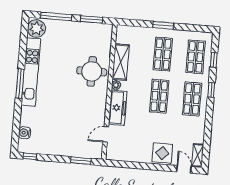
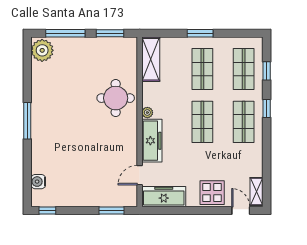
shelving: (121, 62) -> (151, 59), moved
kitchen unit: (31, 72) -> (40, 105), removed
freezer: (123, 153) -> (164, 197), added

